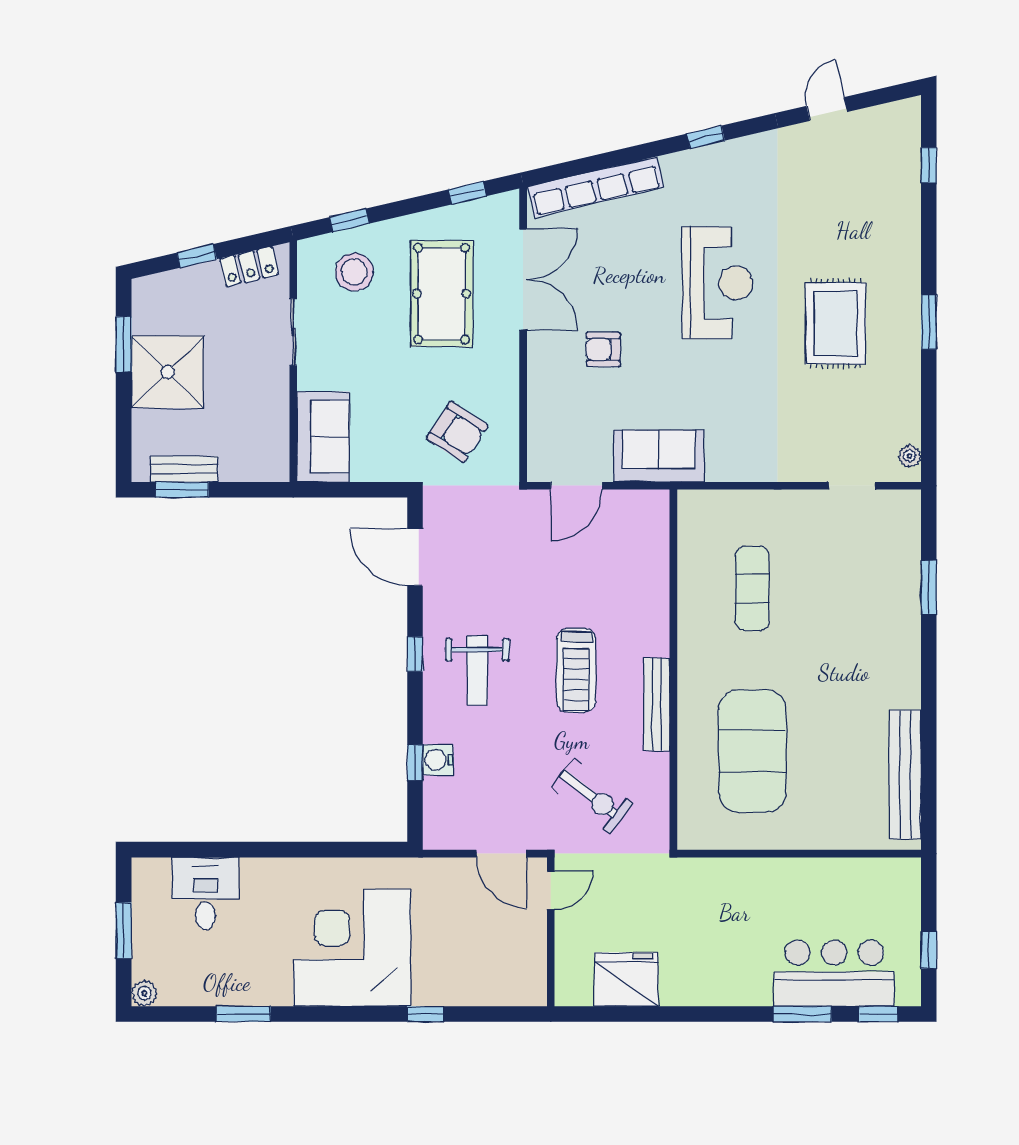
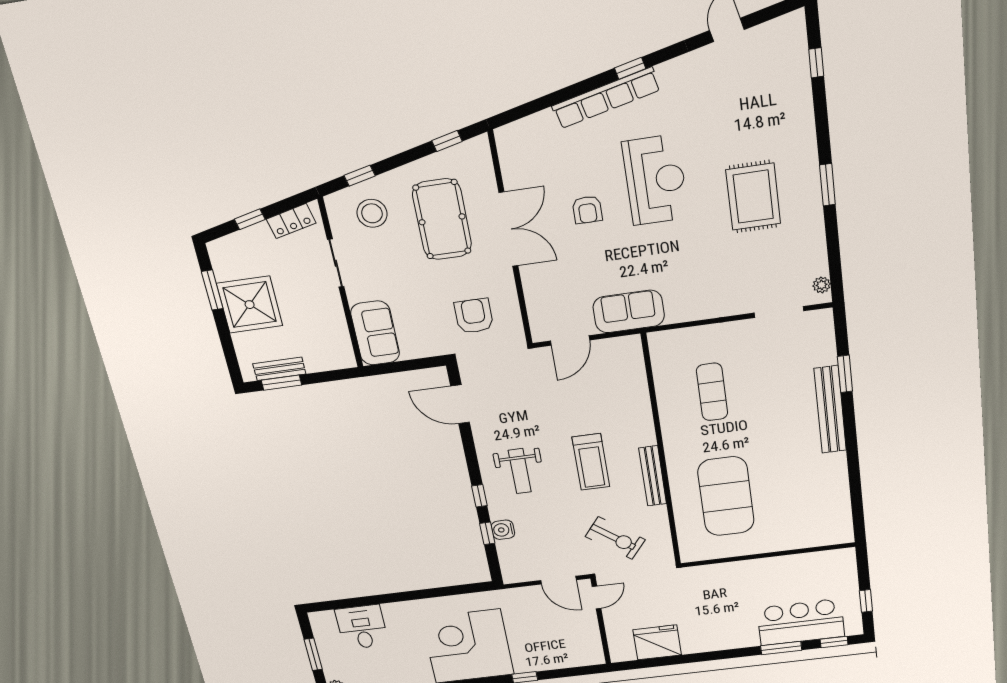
row of seats: (596, 187) -> (606, 98), moved
double door: (523, 279) -> (508, 229), moved
armchair: (603, 349) -> (587, 210), moved, turned -90
armchair: (457, 432) -> (474, 316), turned -123
doorway: (852, 486) -> (779, 312), width x1.38
window: (415, 654) -> (479, 496), moved
bench: (905, 774) -> (830, 410), moved

